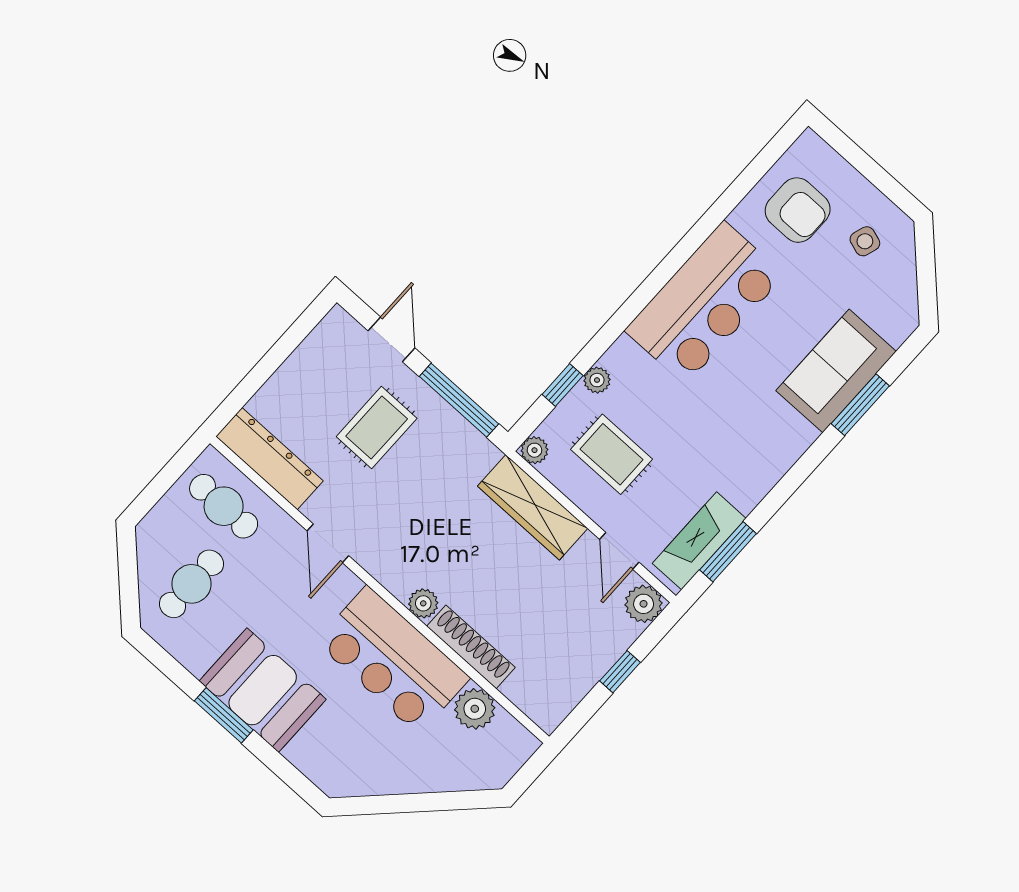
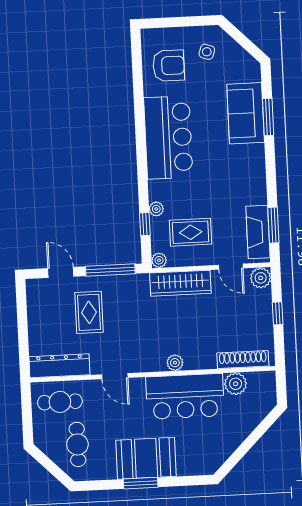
shoe rack: (471, 647) -> (243, 360), moved

